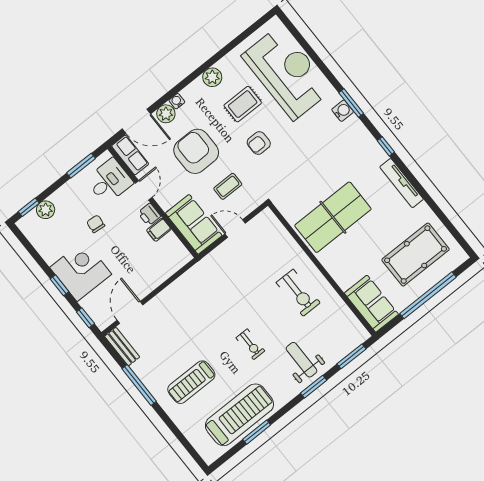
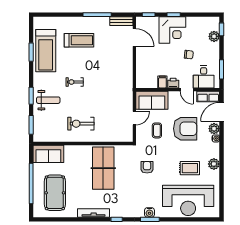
rug: (243, 104) -> (190, 168), turned 90
armchair: (259, 143) -> (147, 167), moved
treadmill: (191, 382) -> (79, 40), turned 90

